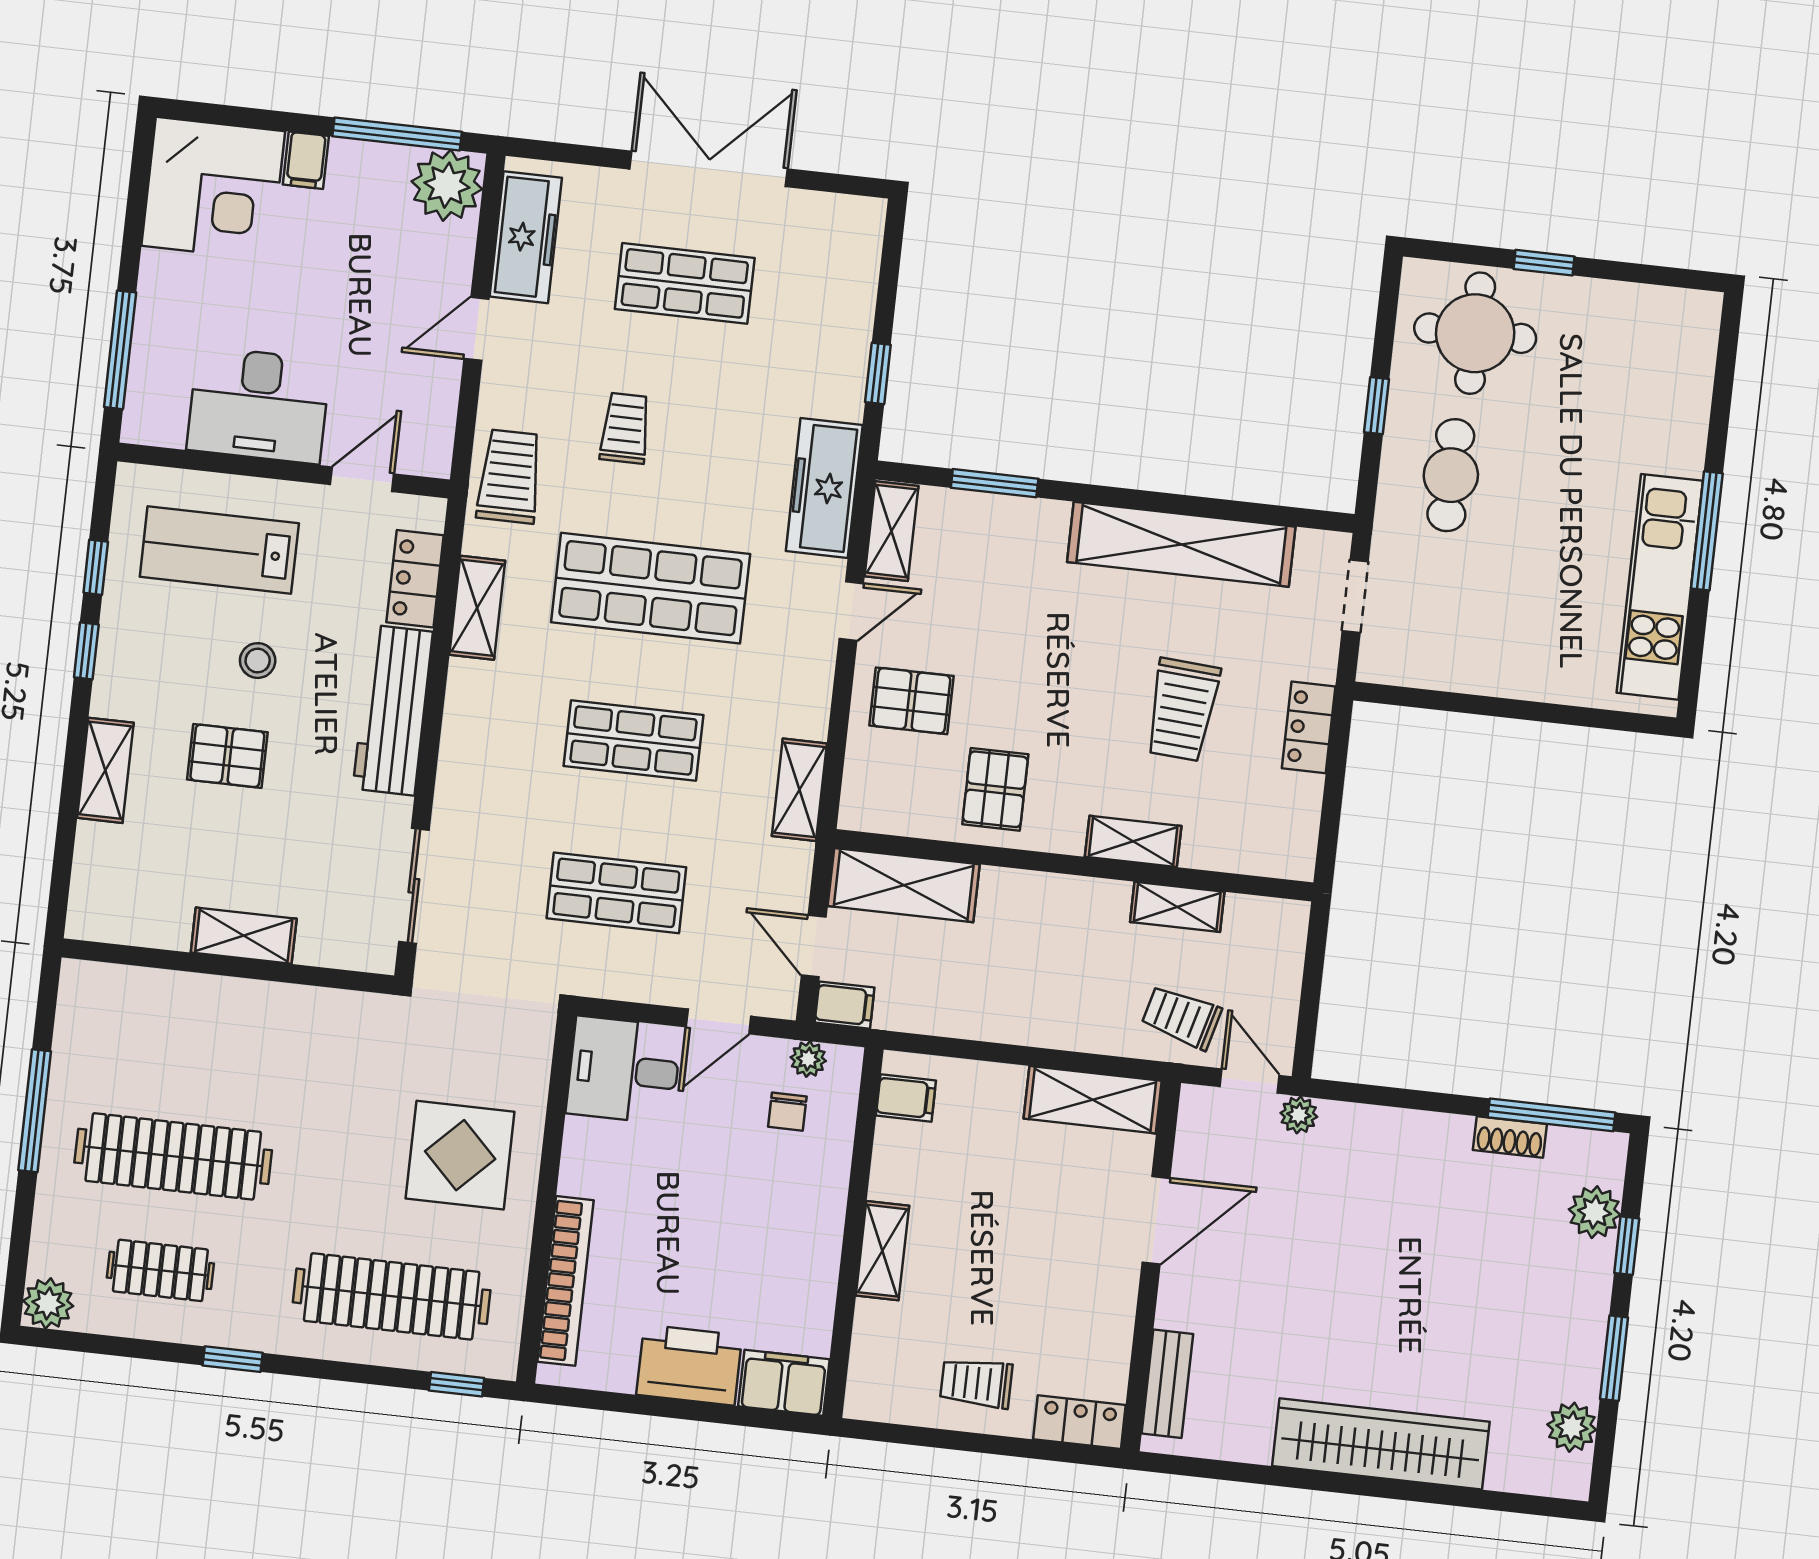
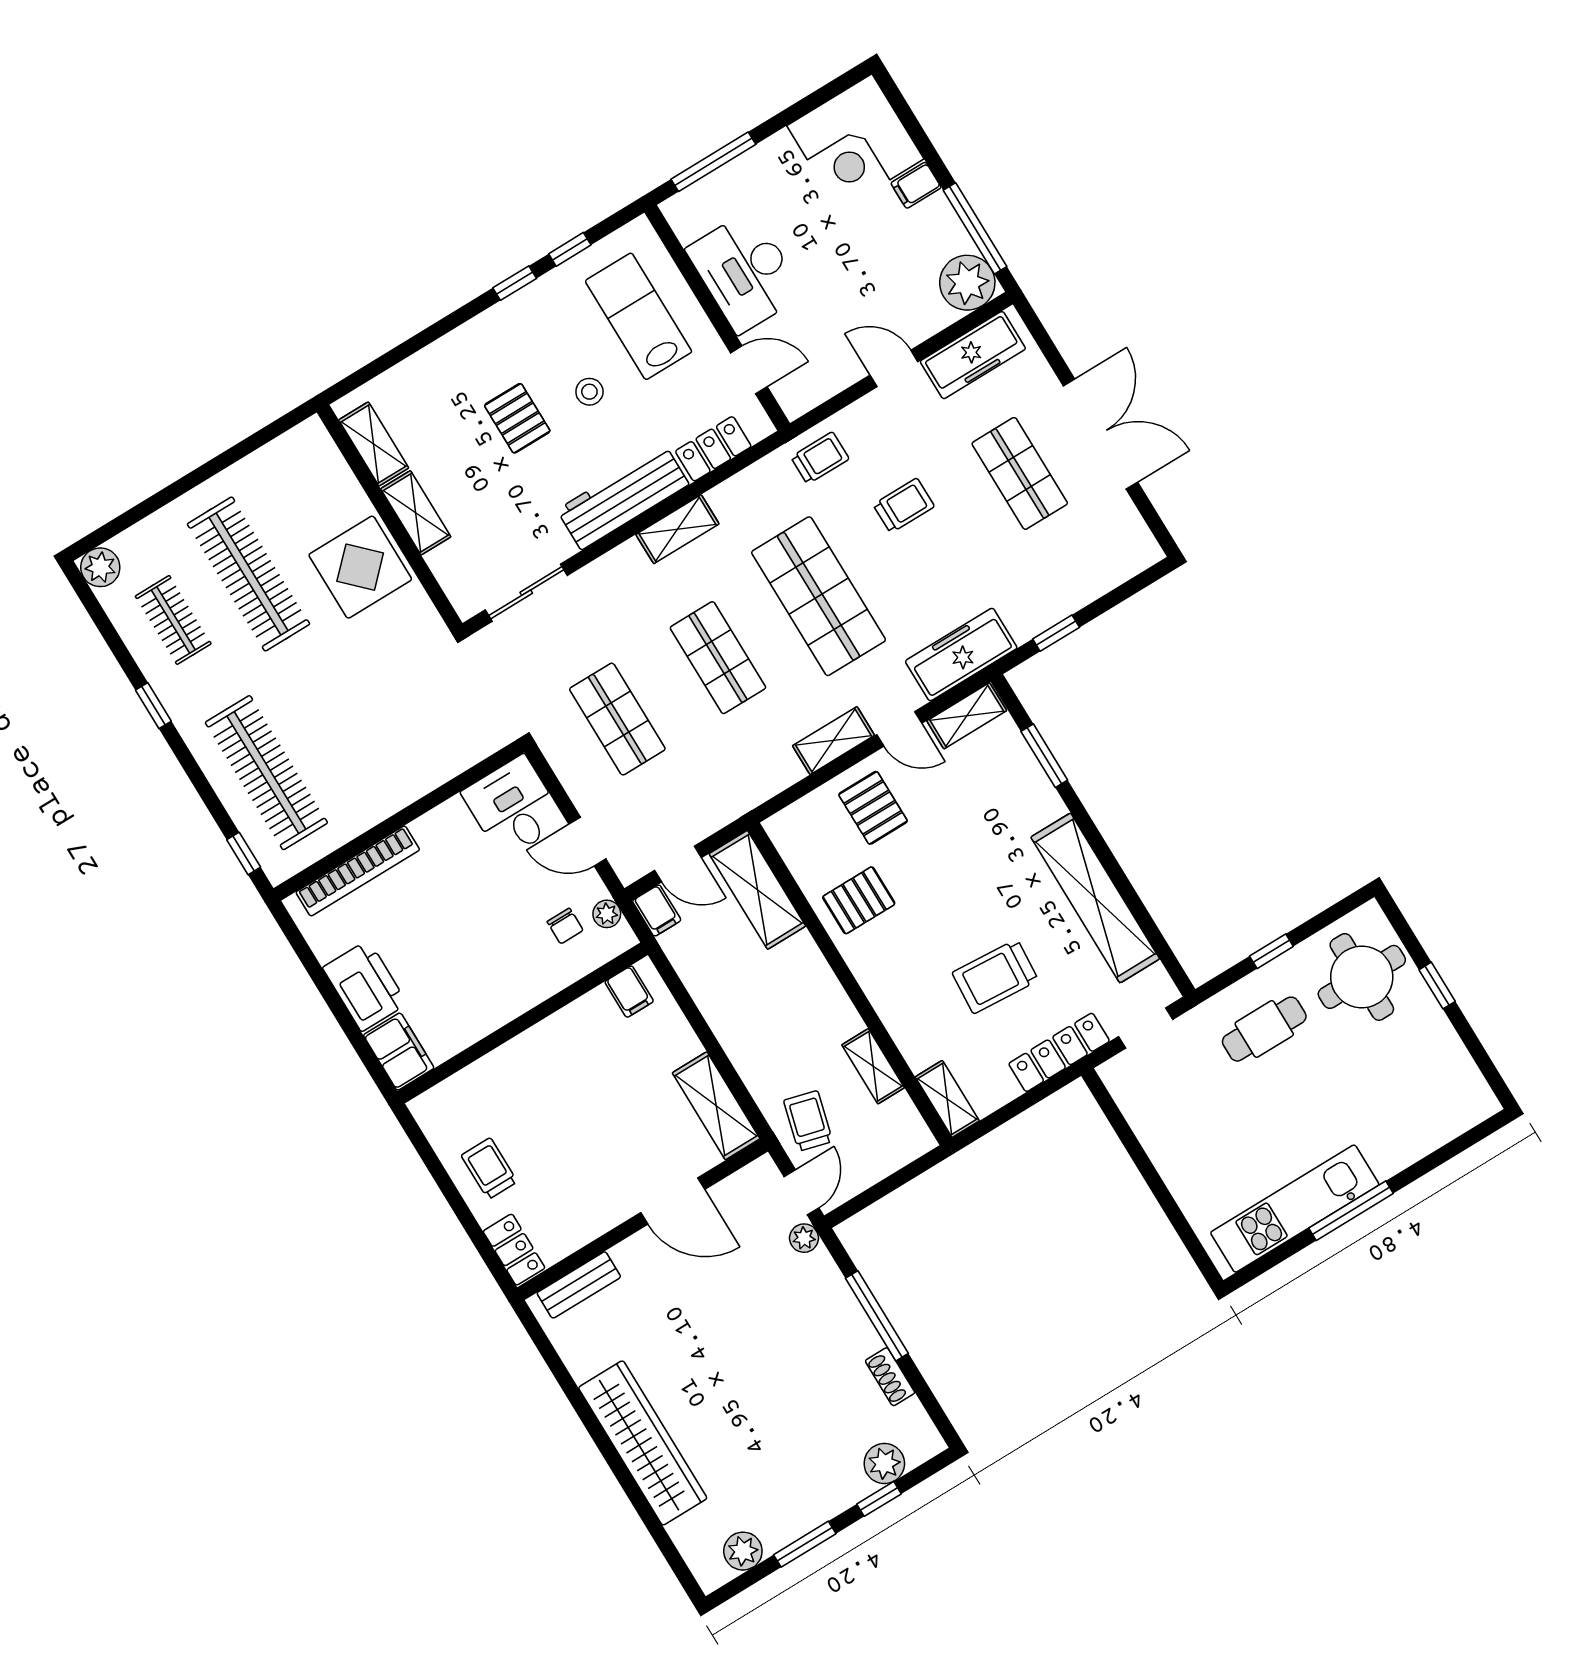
trolley: (510, 476) -> (820, 458), width x0.73, depth x0.72
shelving: (477, 608) -> (677, 529), moved
locker: (1309, 727) -> (1059, 1052), width x1.53
shelving: (105, 770) -> (374, 444), moved, turned 90
shelving: (799, 790) -> (834, 741), moved
shelving: (1133, 841) -> (947, 1099), moved
door: (814, 946) -> (678, 864), swing flipped
window: (35, 1111) -> (211, 468), removed
chair: (787, 1112) -> (565, 926), turned -90
window: (1552, 1115) -> (877, 1316), moved
display table: (460, 1155) -> (360, 567), moved
shelving: (882, 1251) -> (525, 1049), removed

